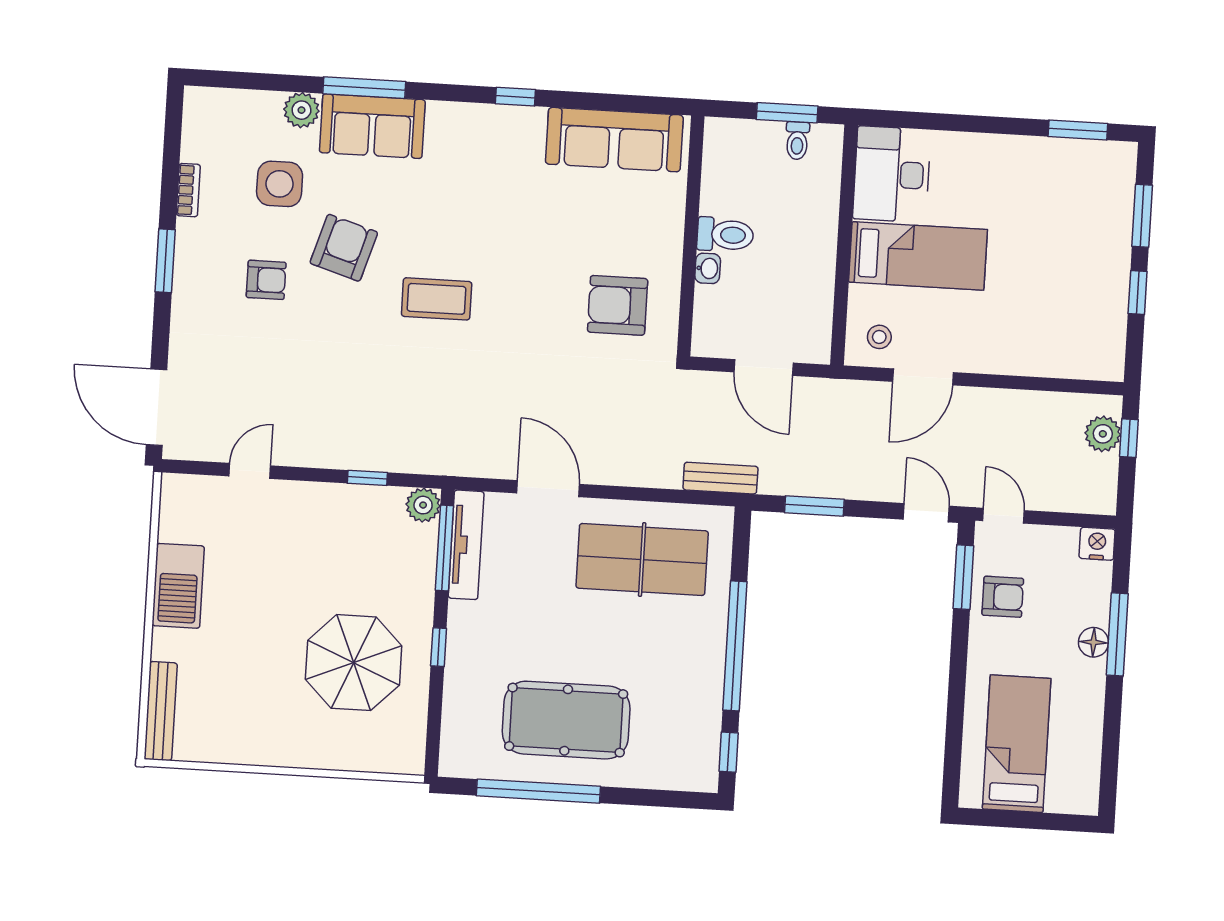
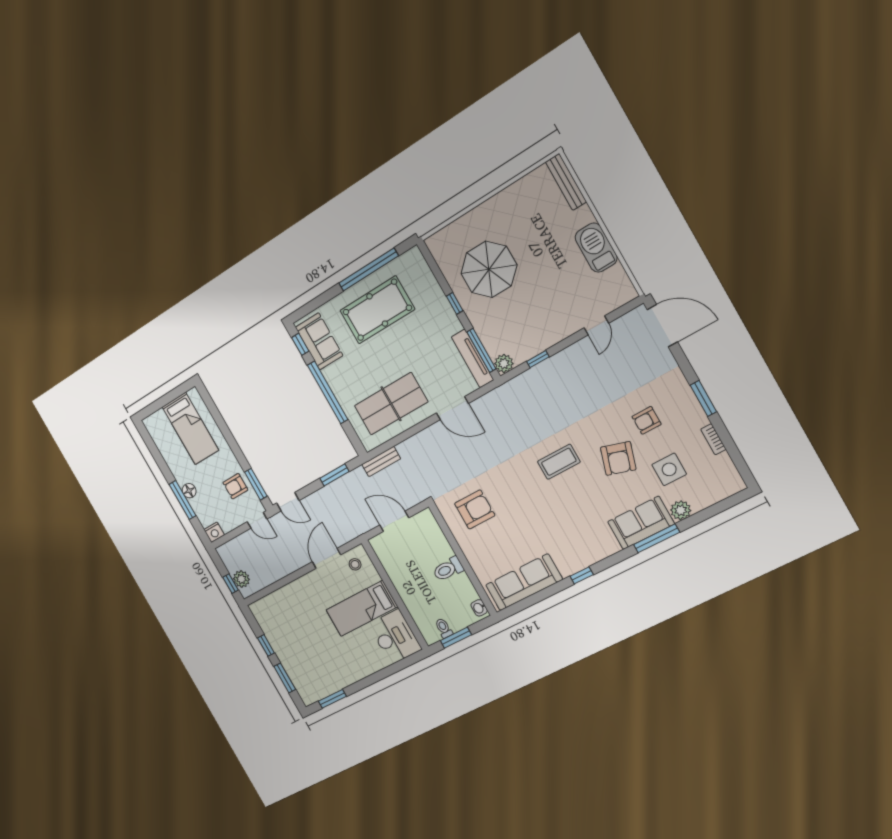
washbasin: (708, 268) -> (479, 608), moved
sofa: (694, 736) -> (319, 341), added

